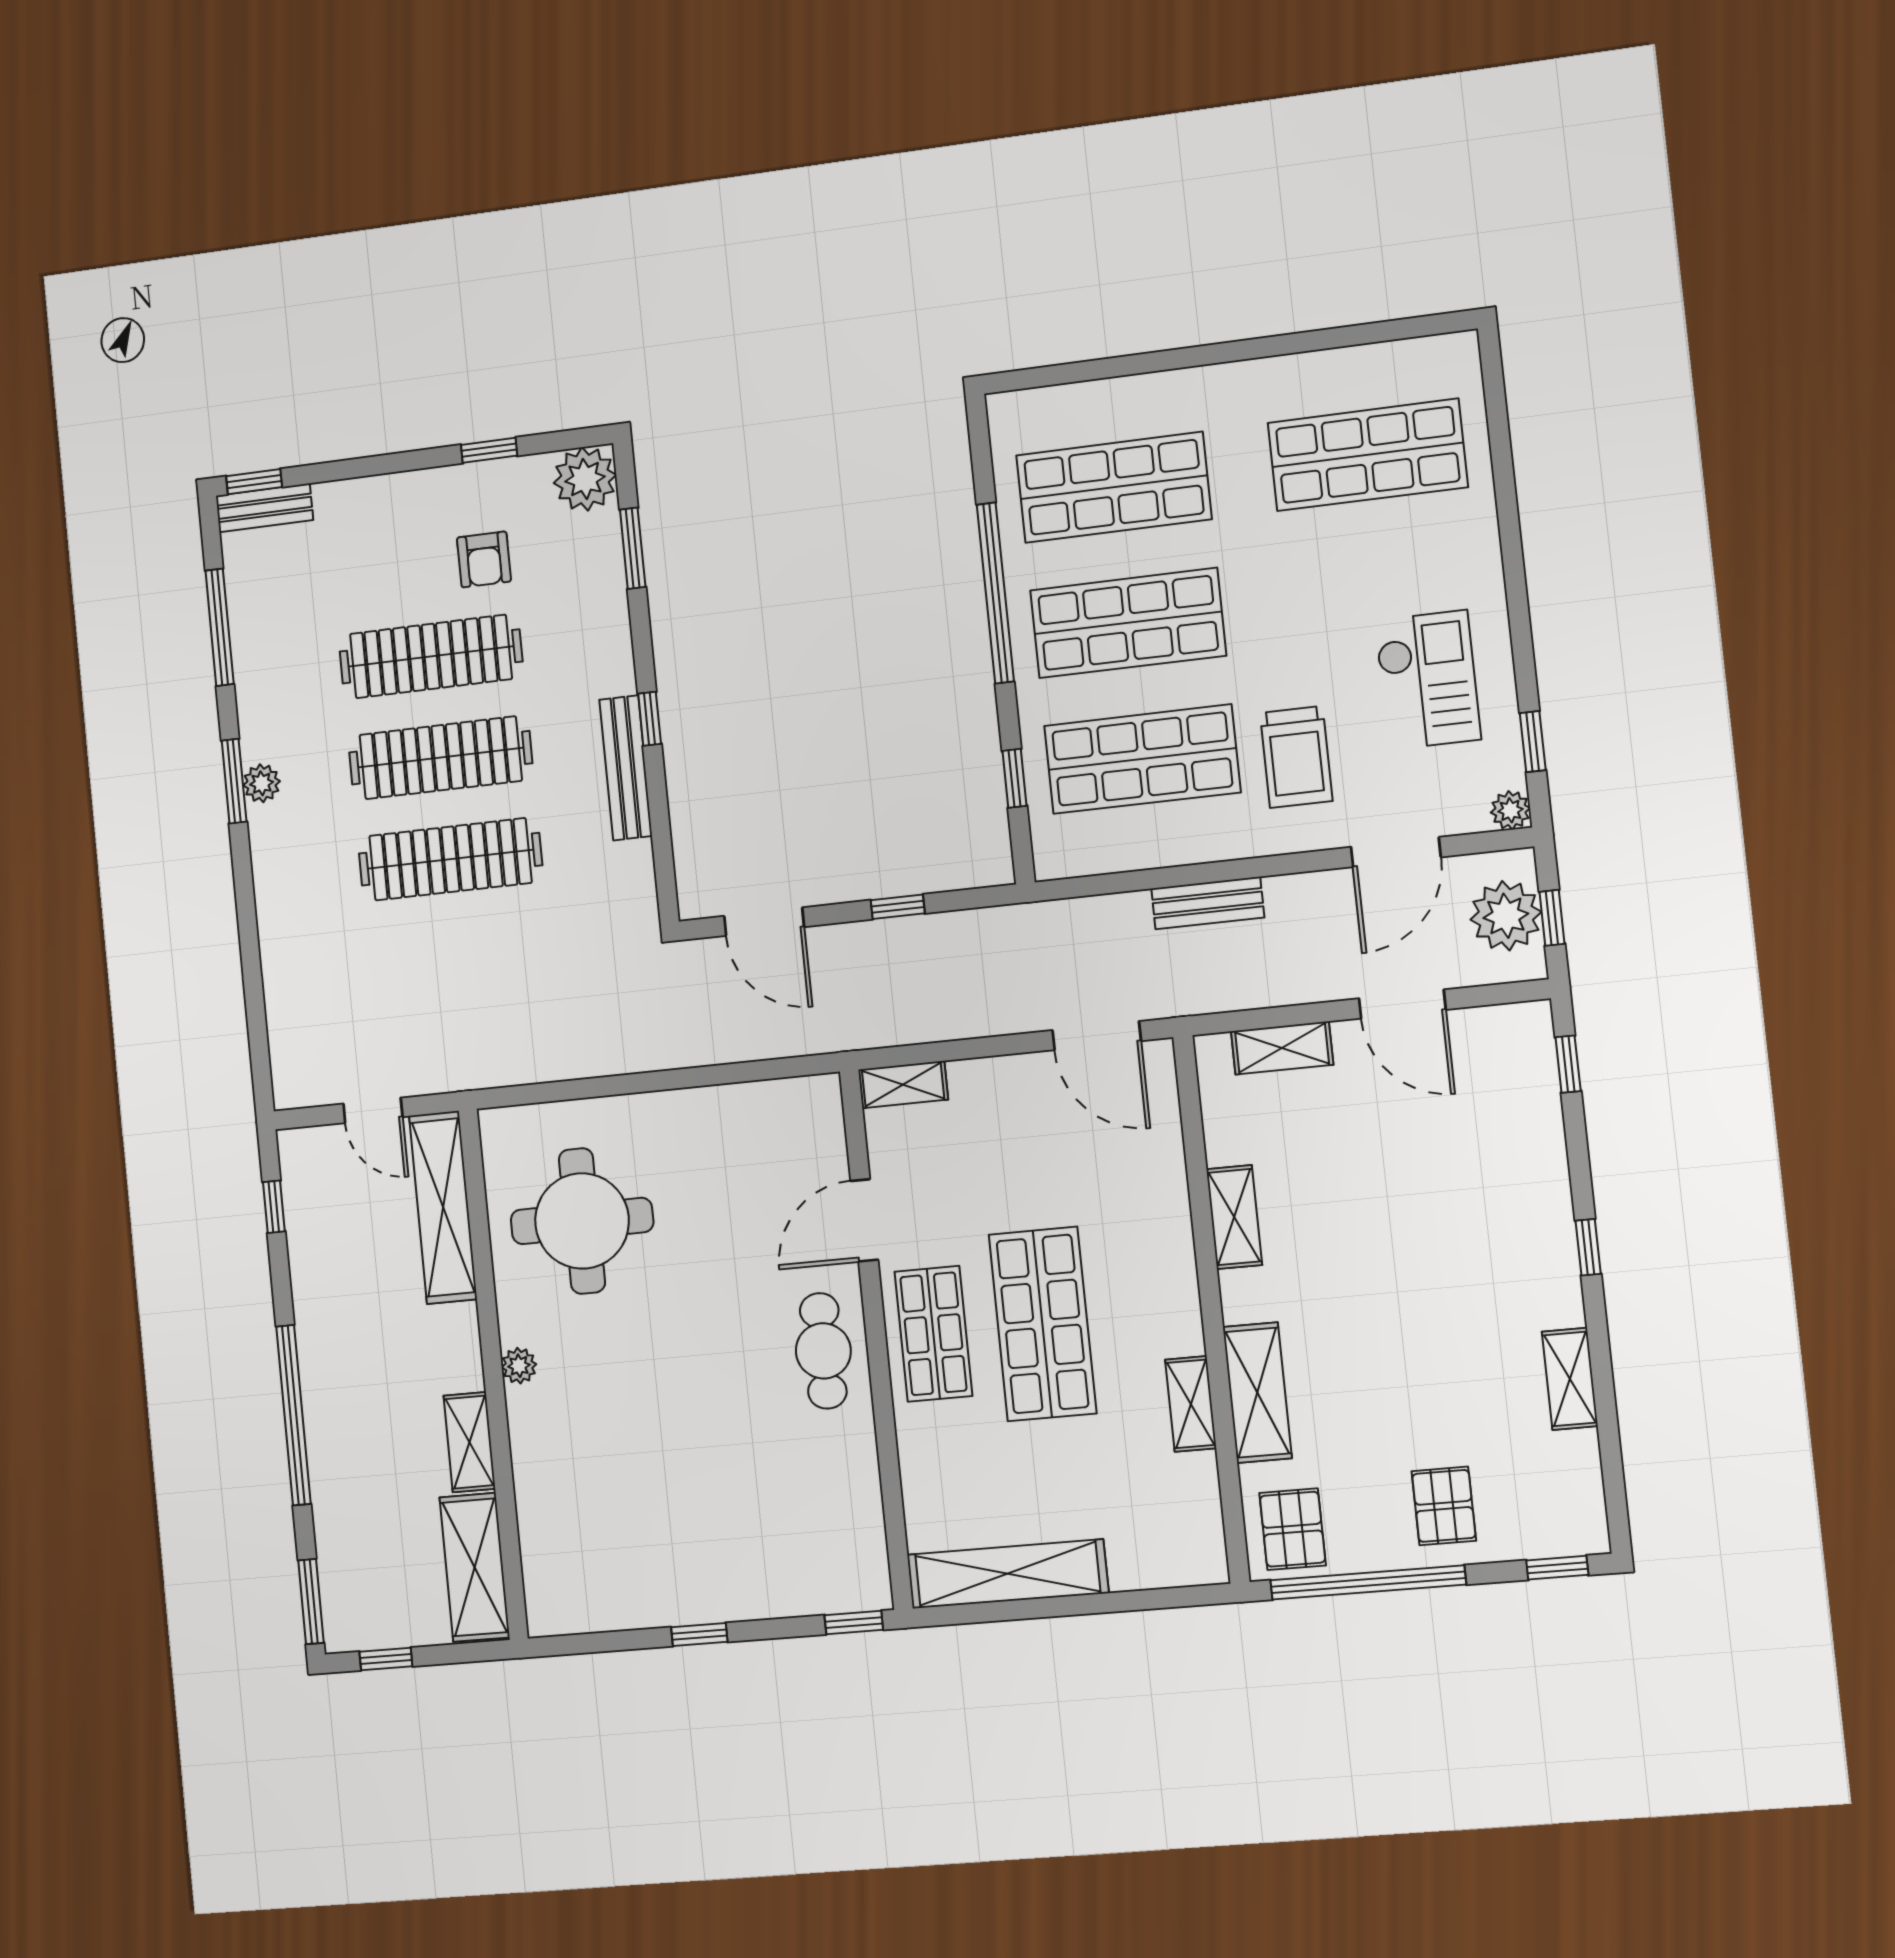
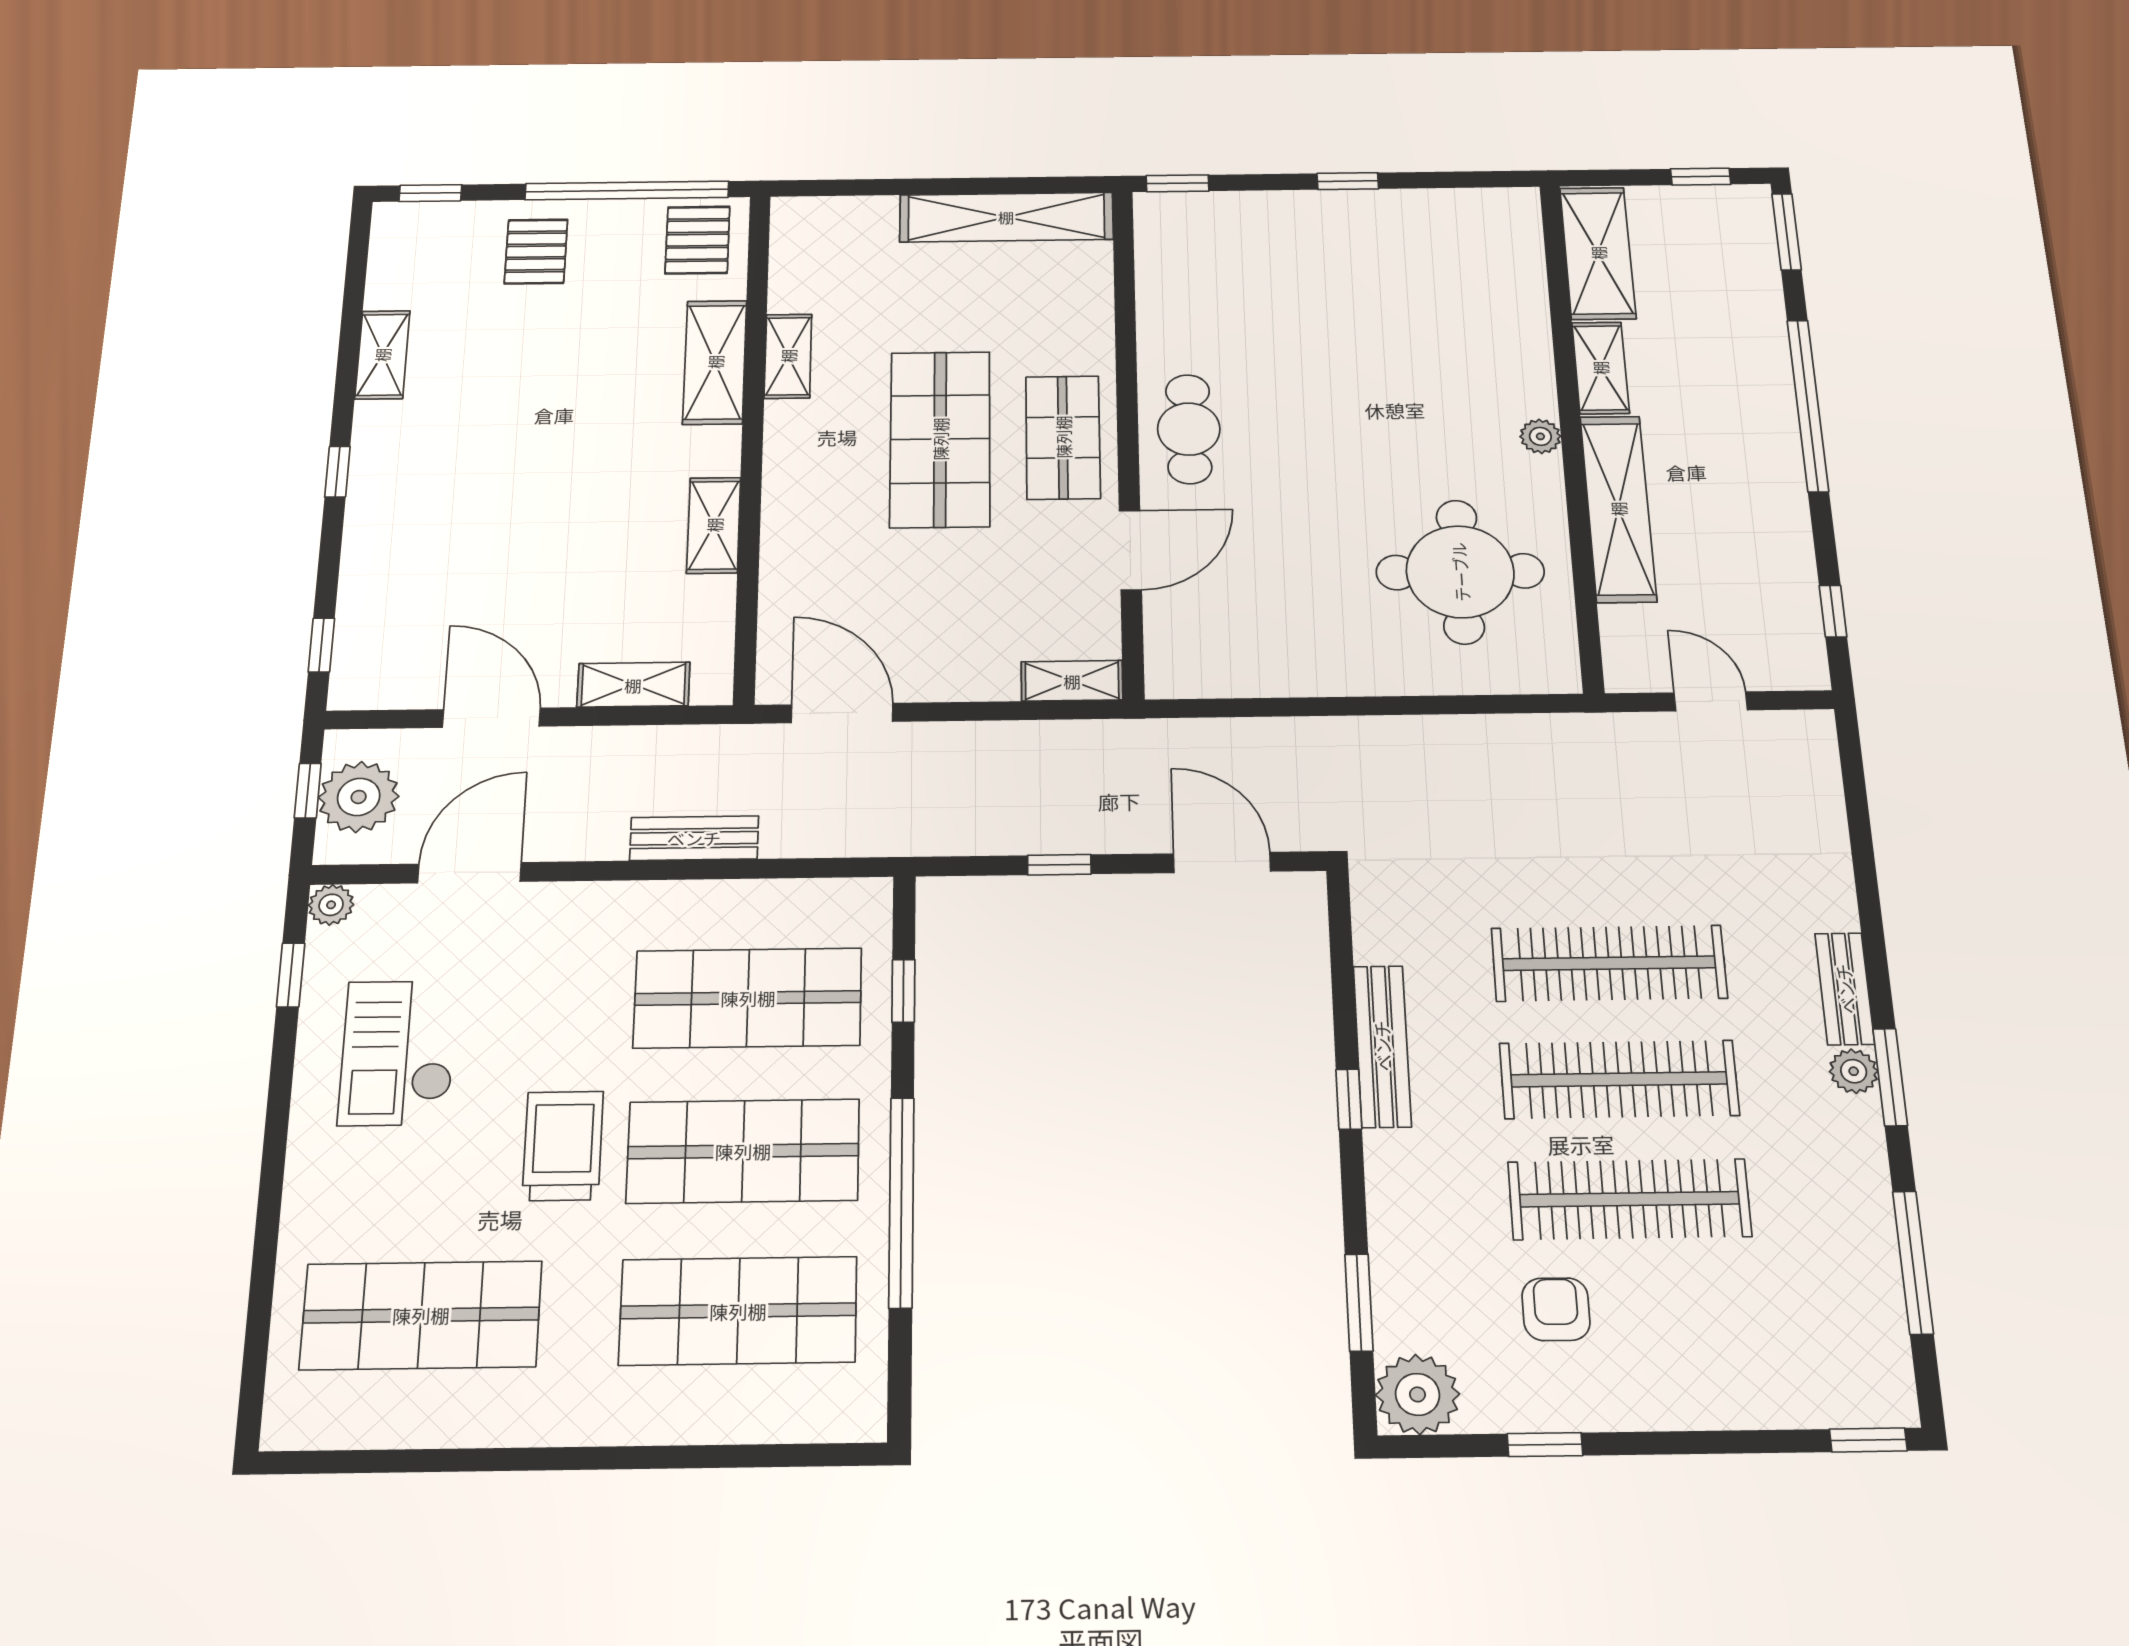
bench: (264, 508) -> (1845, 989), moved, turned 90
trolley: (1296, 757) -> (563, 1146), moved
shelving: (443, 1207) -> (1618, 509), moved

